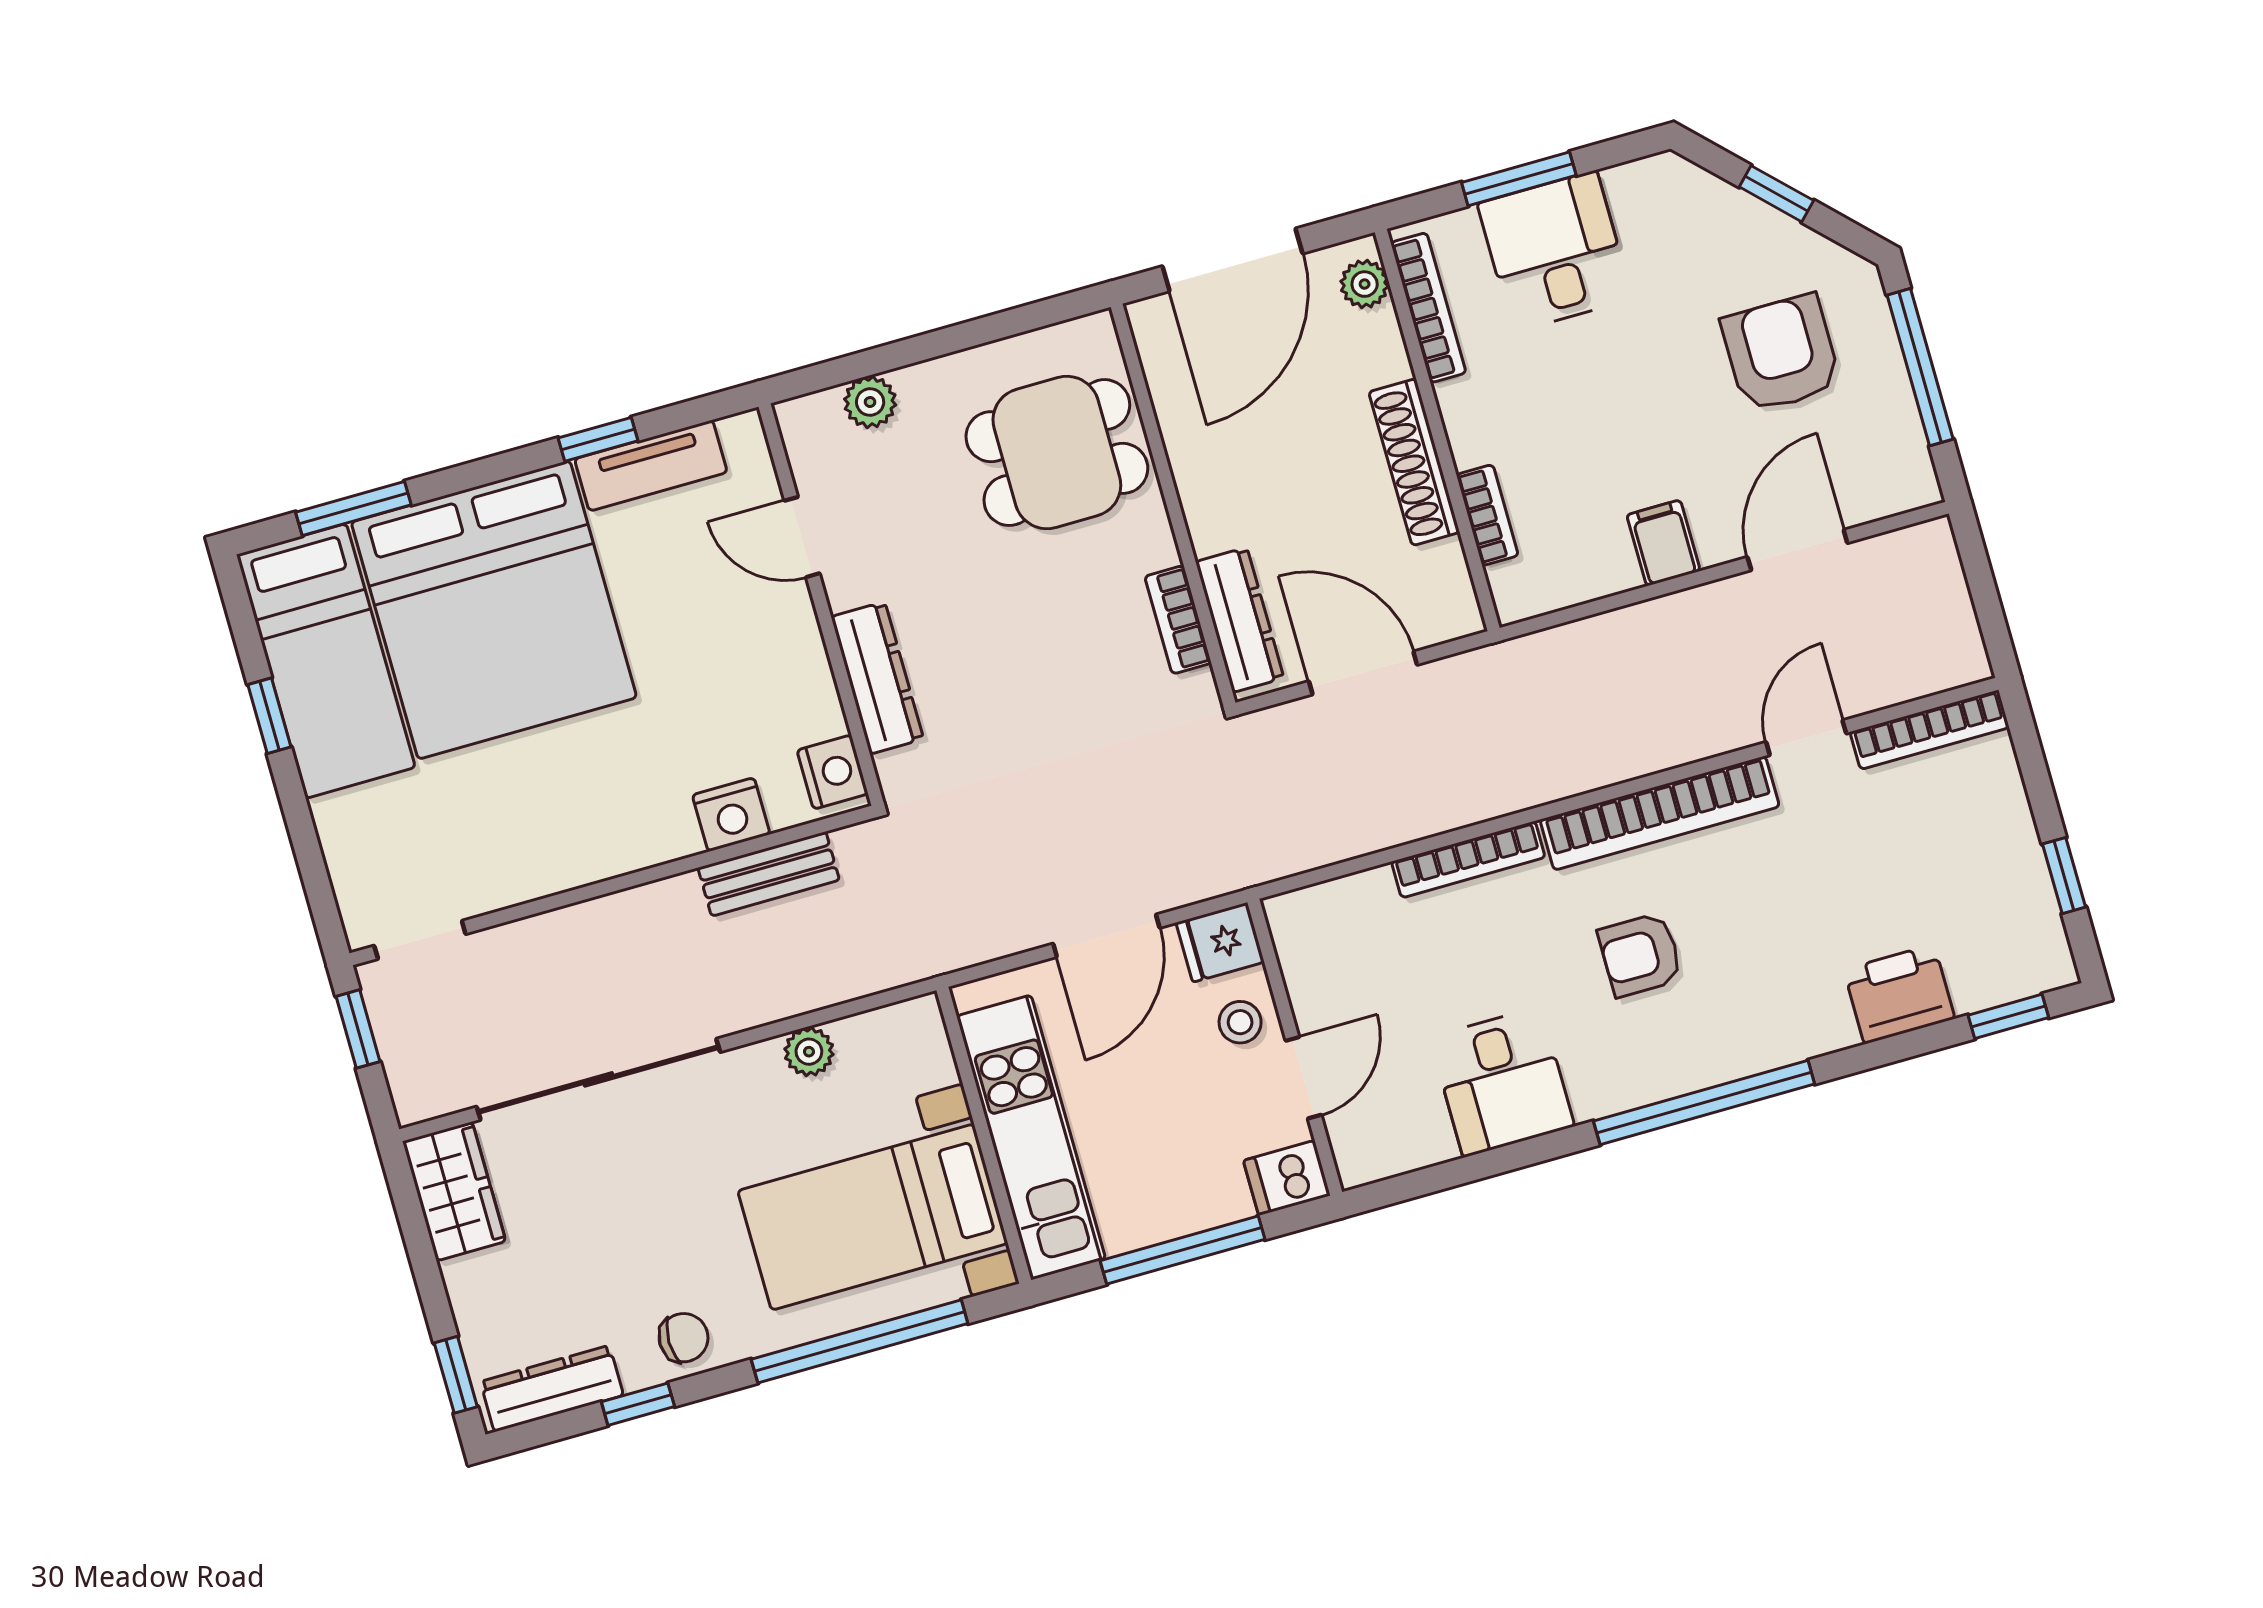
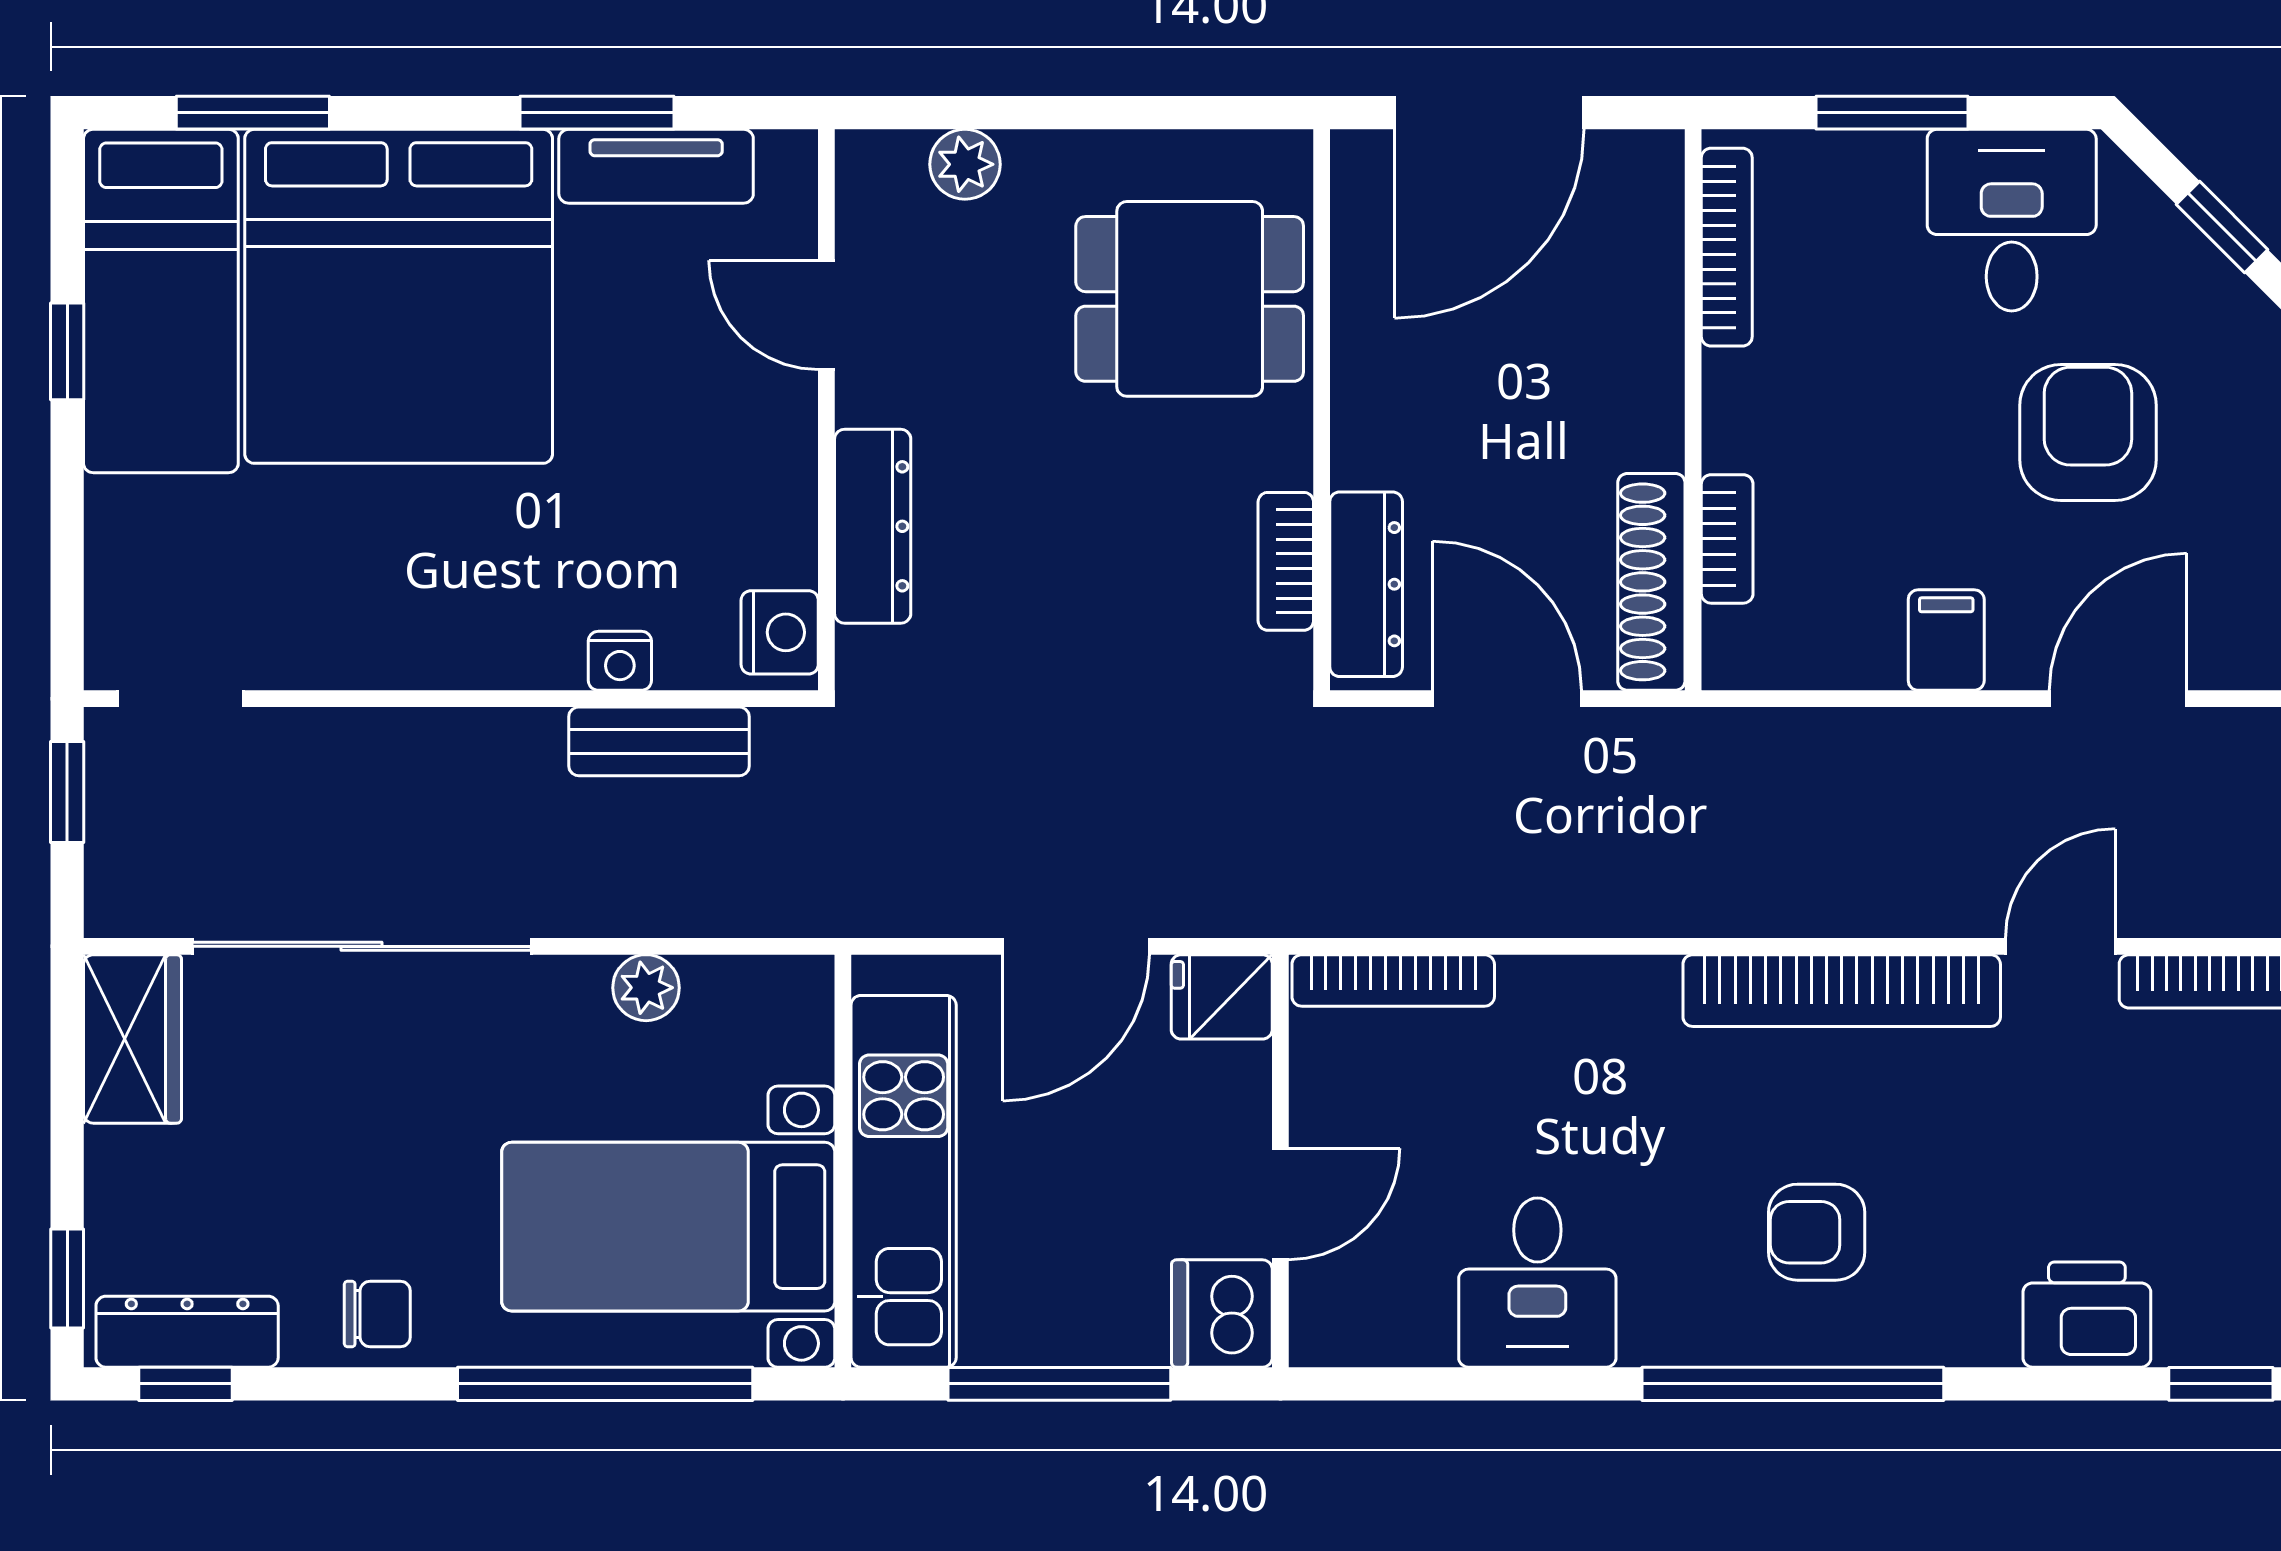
desk: (1555, 251) -> (2012, 220), moved
plant: (1365, 284) -> (1652, 193), removed
armchair: (1781, 353) -> (2088, 432), moved
window: (598, 439) -> (597, 113), width x1.50
shoe rack: (1414, 462) -> (1651, 582), moved
nightstand: (731, 815) -> (620, 661), width x0.72, depth x0.74
bookcase: (1468, 860) -> (1393, 980), moved
armchair: (1640, 955) -> (1817, 1232), moved
stool: (1240, 1022) -> (1218, 1108), removed
dishwasher: (1287, 1178) -> (1222, 1314), width x1.38
window: (638, 1404) -> (185, 1384), moved

